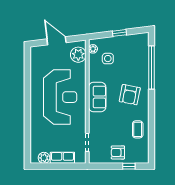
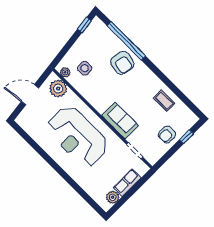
window: (119, 33) -> (84, 25), moved
armchair: (130, 95) -> (122, 63), moved
reception desk: (60, 97) -> (77, 136), turned 180
sofa: (97, 97) -> (120, 121), moved

